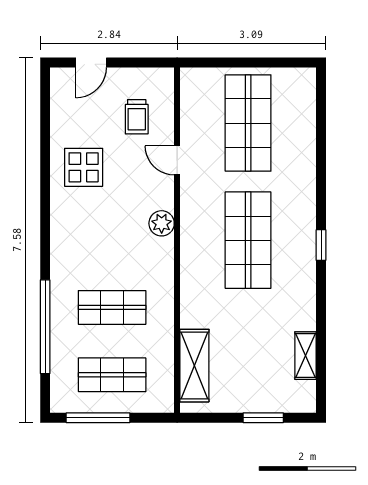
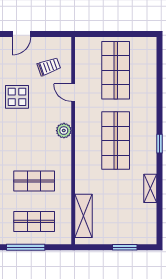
trolley: (137, 117) -> (49, 67), turned -110
shelving: (306, 356) -> (150, 188), moved

